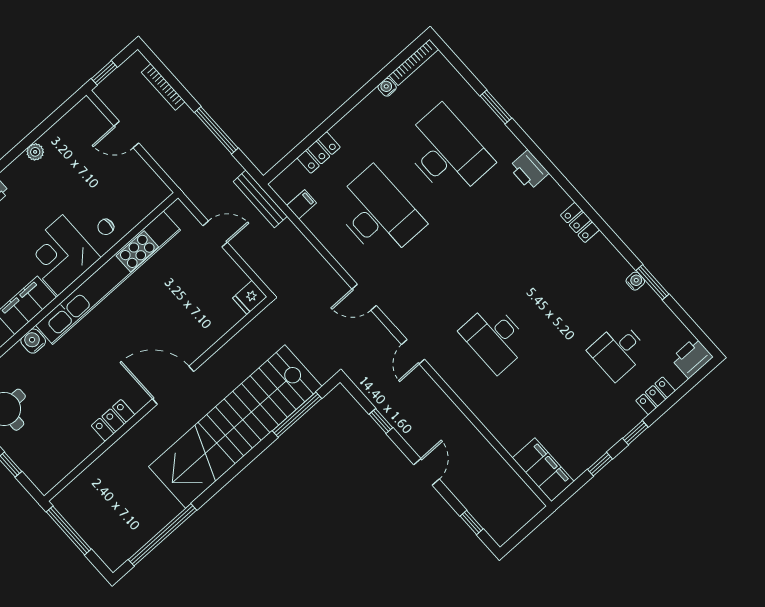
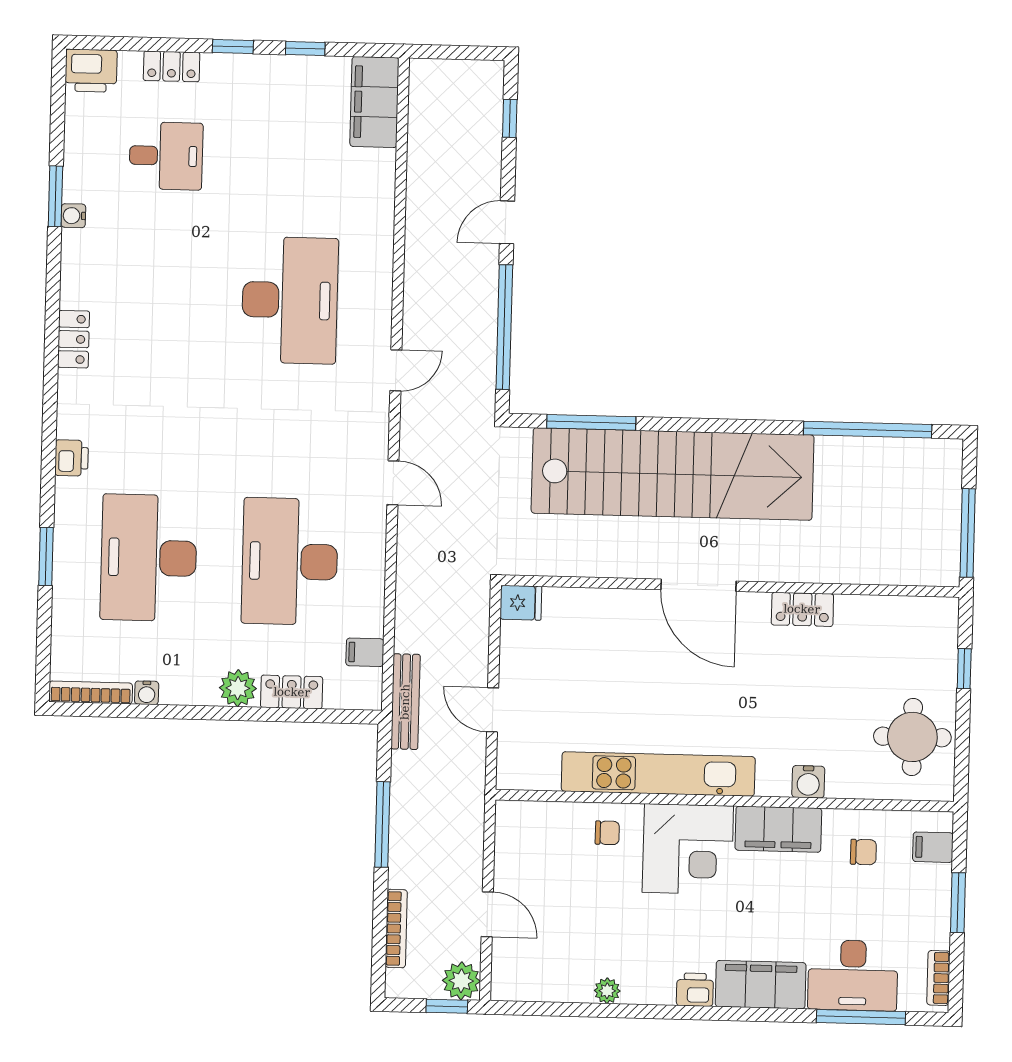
plant: (109, 91) -> (461, 981), added
plant: (346, 130) -> (238, 688), added
printer: (529, 170) -> (72, 458), width x0.73, depth x0.81
kitchen unit: (108, 278) -> (658, 774), width x0.73
desk: (495, 338) -> (290, 300), width x1.36, depth x1.30
window: (381, 421) -> (504, 327), width x3.17

